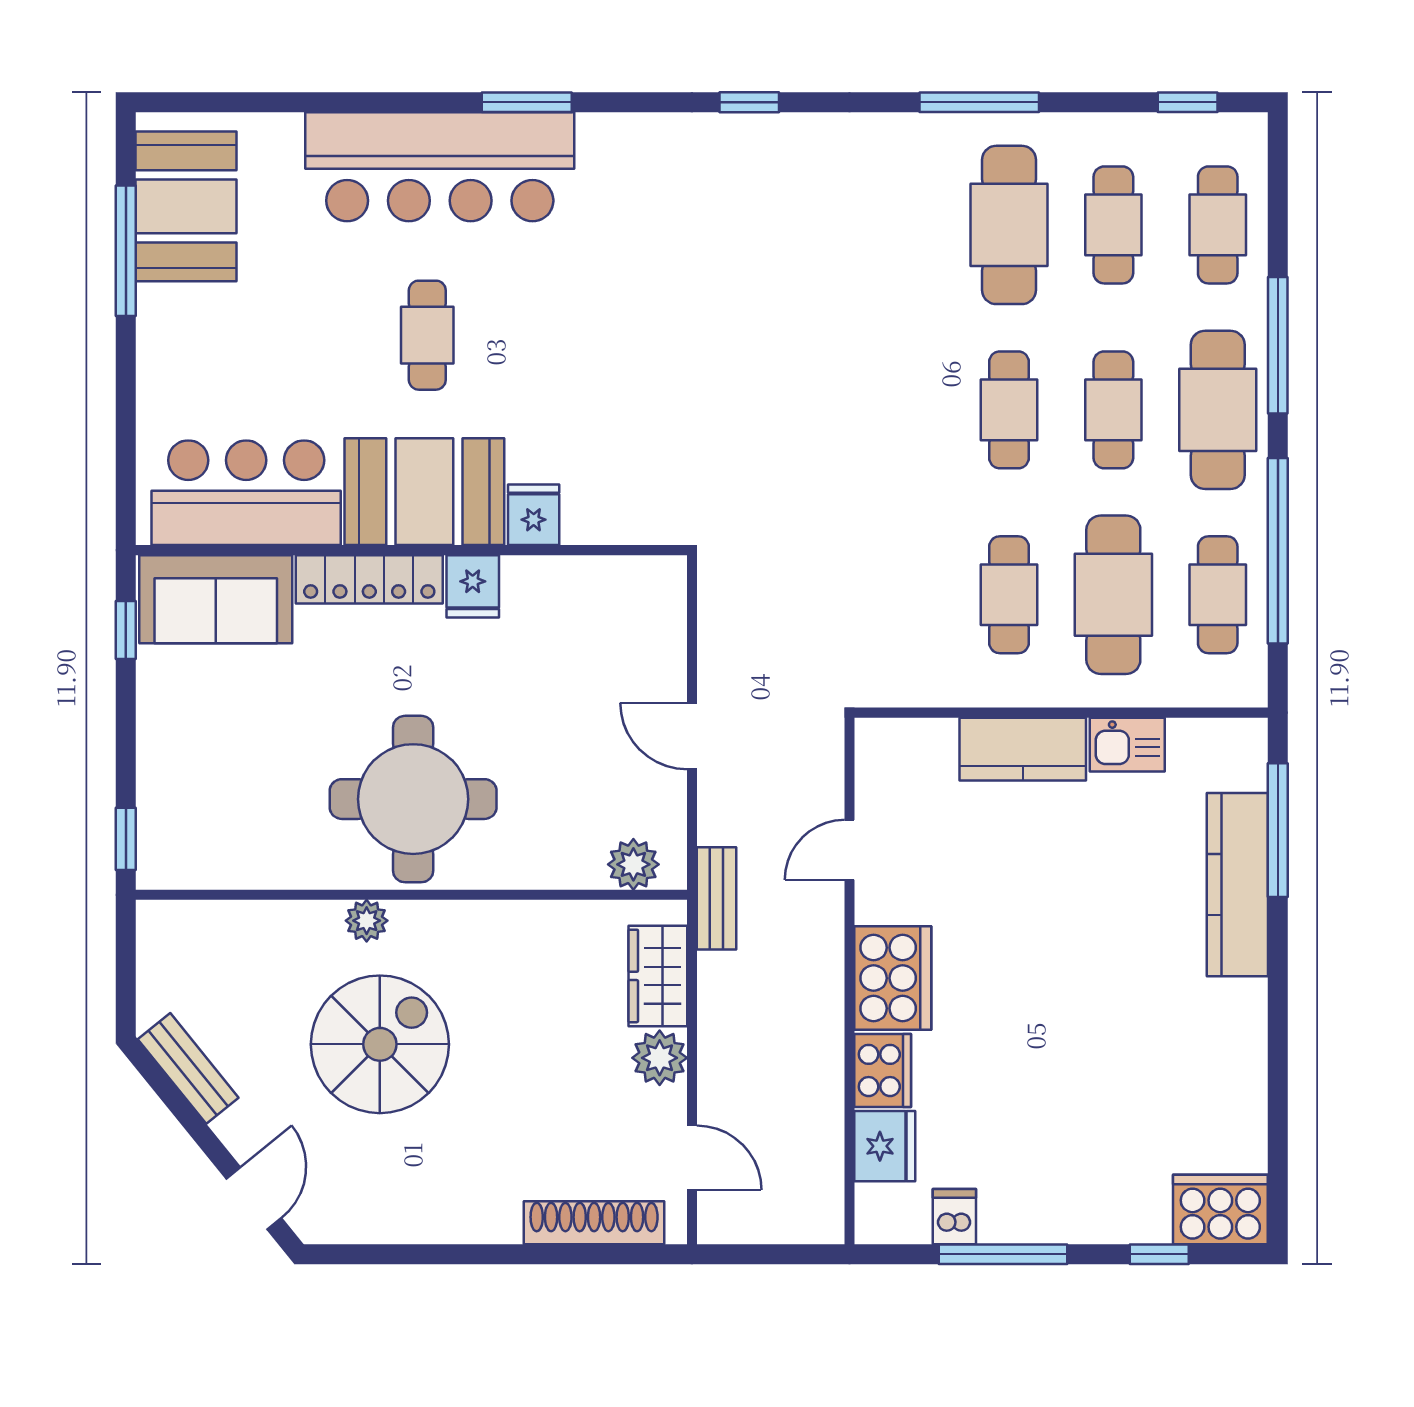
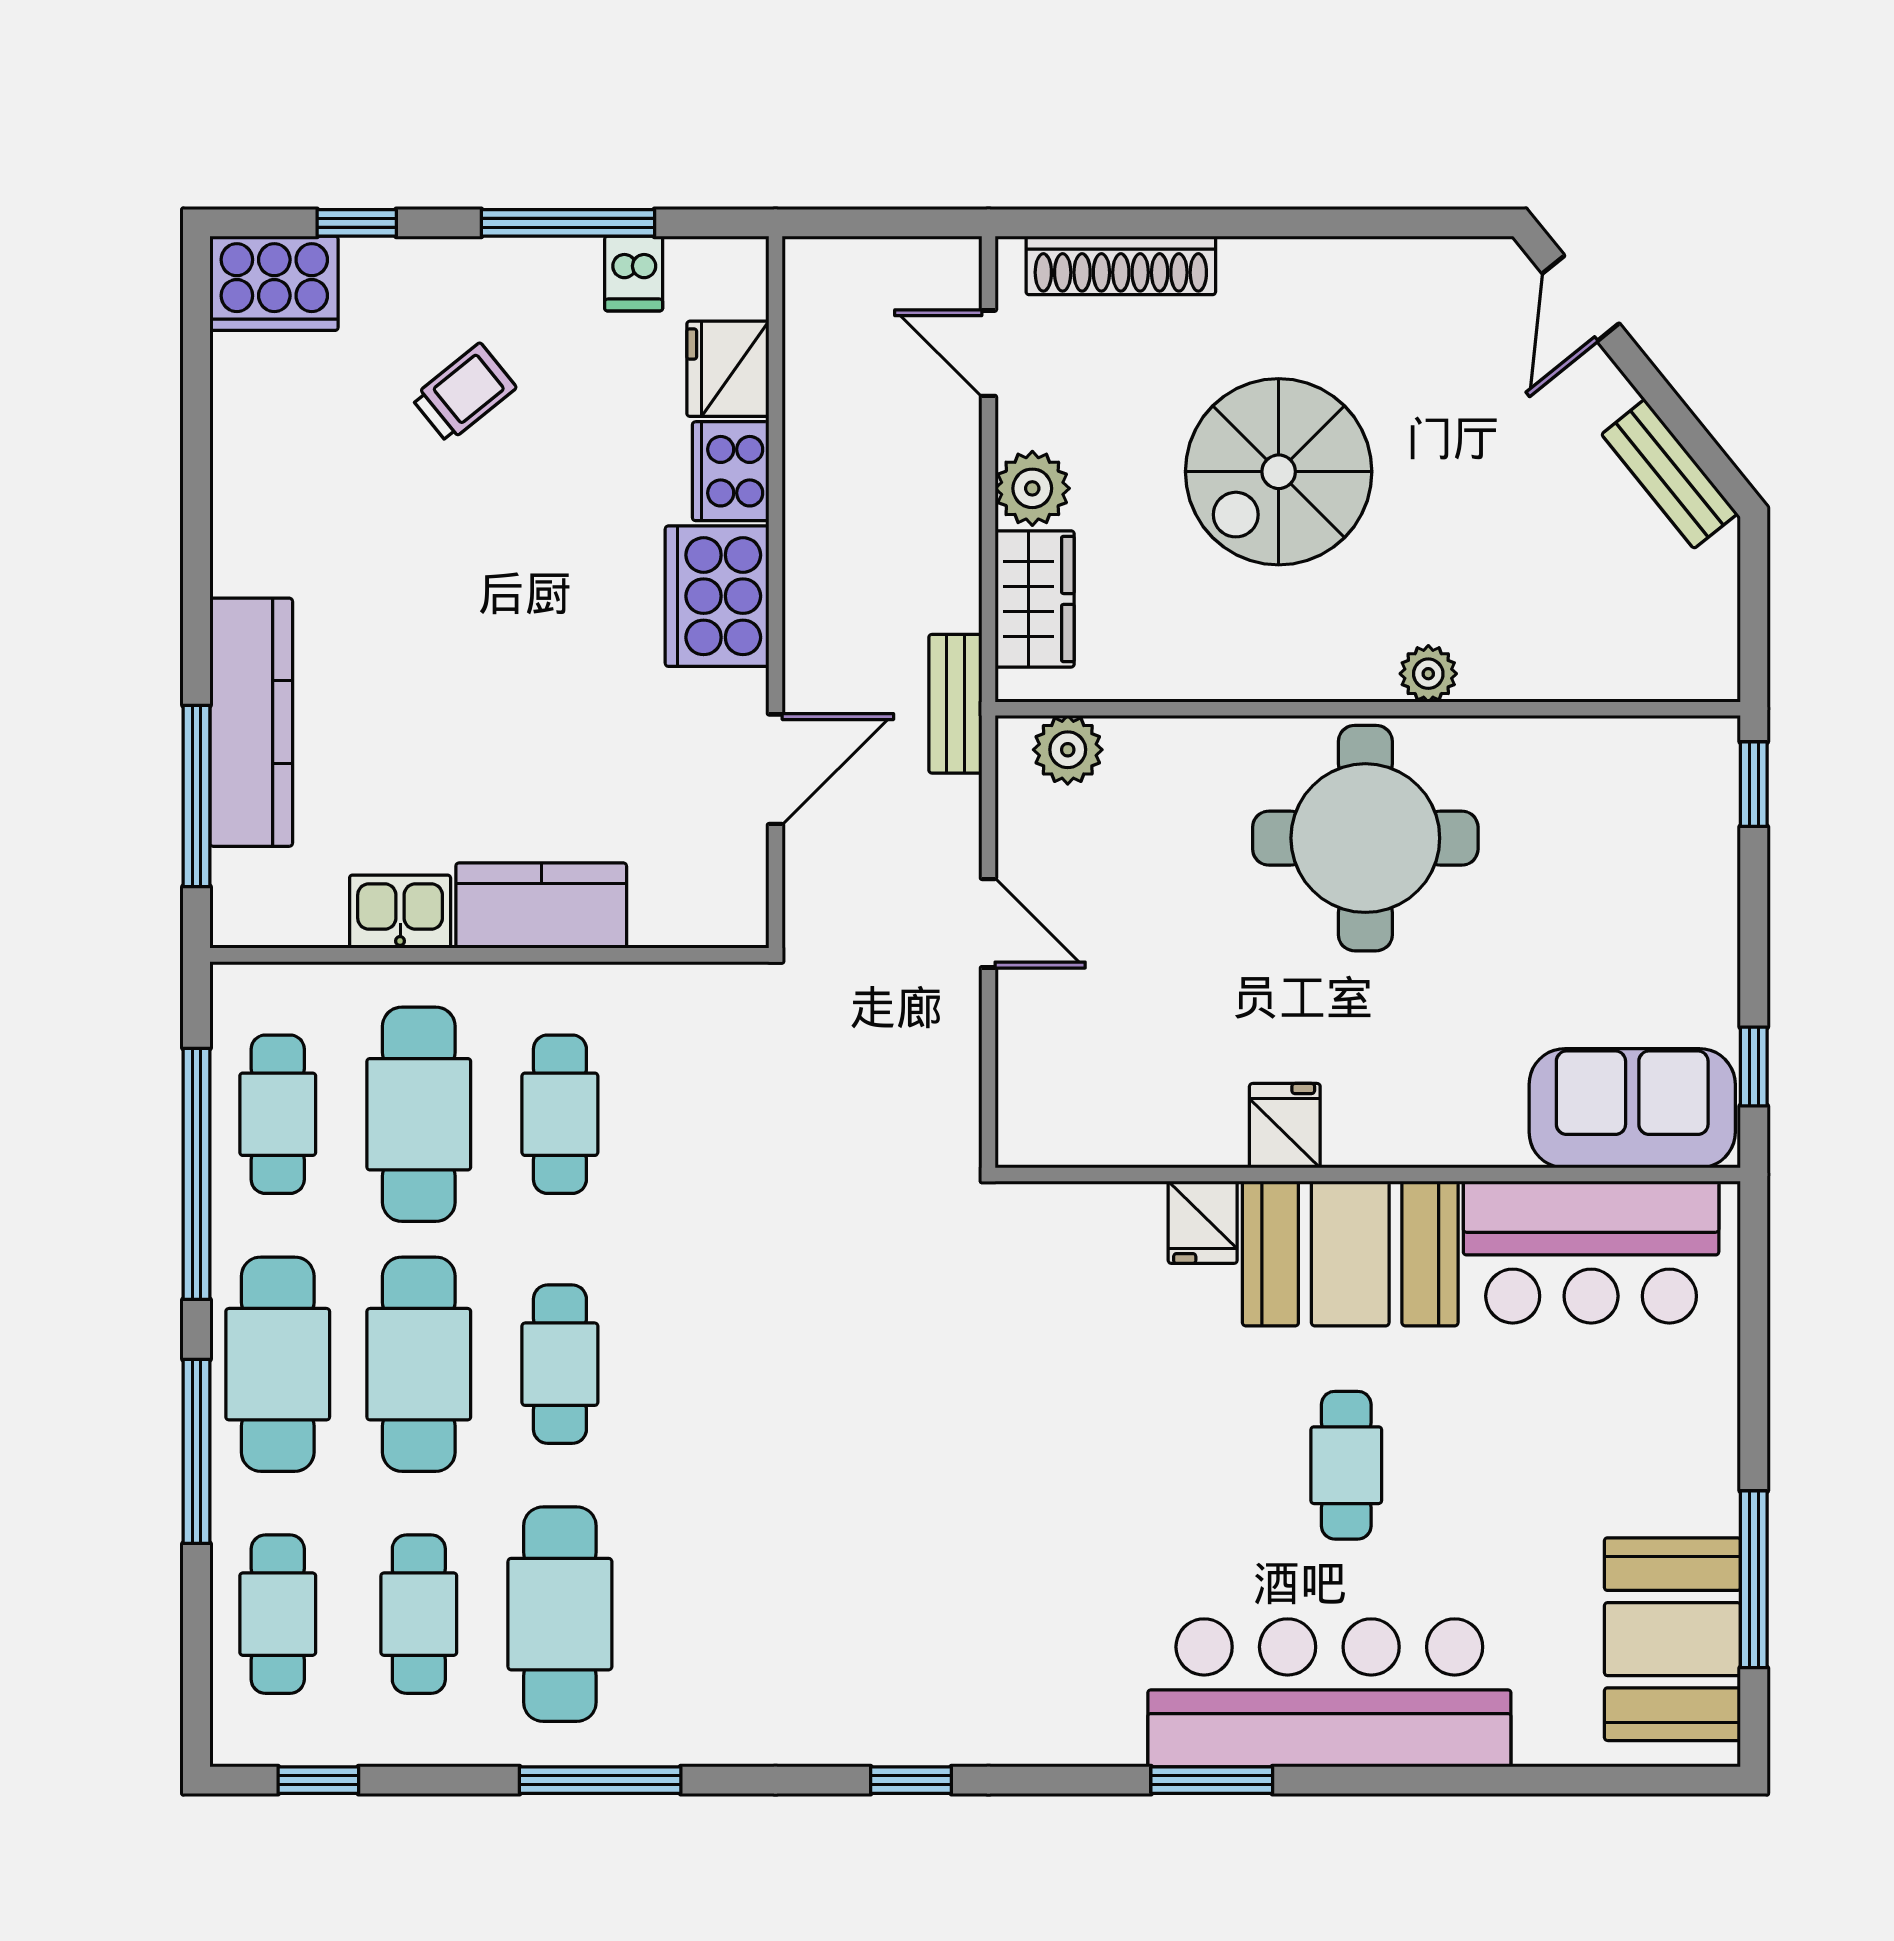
cafe table: (1113, 410) -> (419, 1364), width x1.37, depth x1.35
locker: (369, 579) -> (1425, 1135), removed
door: (849, 850) -> (776, 769), width x1.37
spiral stairs: (380, 1044) -> (1279, 472), moved
trolley: (1080, 1128) -> (464, 393), added

